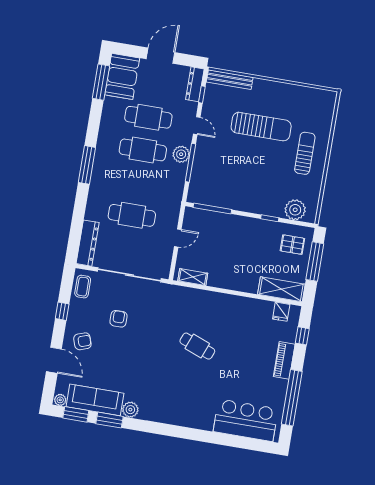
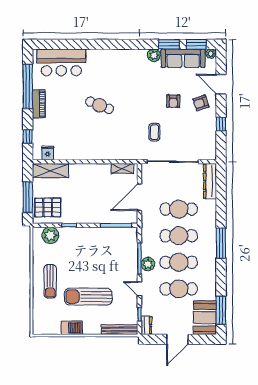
dresser: (195, 84) -> (146, 325), width x0.70
barbecue: (288, 92) -> (72, 328), added
cafe table: (137, 183) -> (179, 236), added
door: (178, 238) -> (139, 197), width x1.88
pallet: (292, 245) -> (48, 207), width x1.50, depth x1.42
coffee table: (83, 287) -> (154, 132), moved
armchair: (118, 319) -> (173, 101), moved
cafe table: (197, 346) -> (100, 105), moved
piano: (284, 360) -> (39, 104), moved

